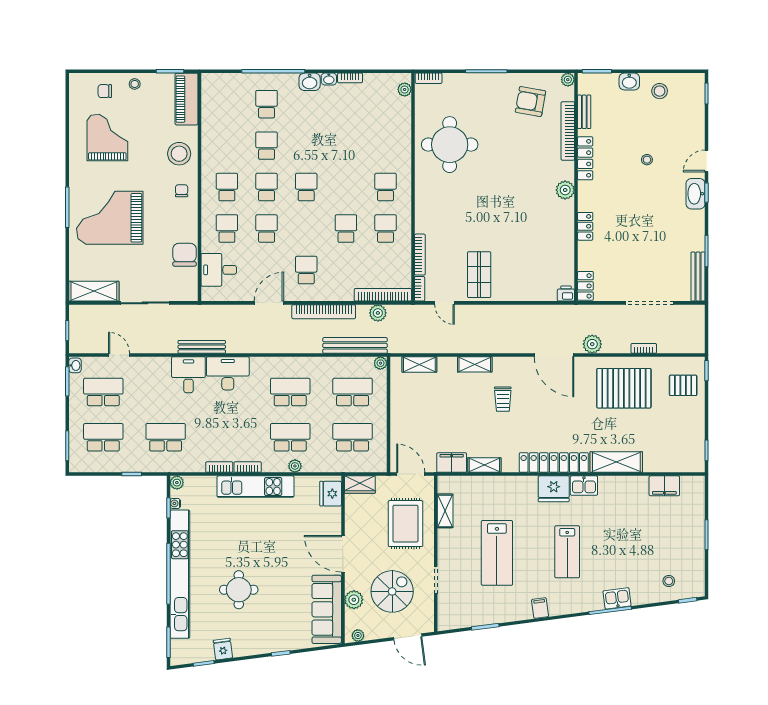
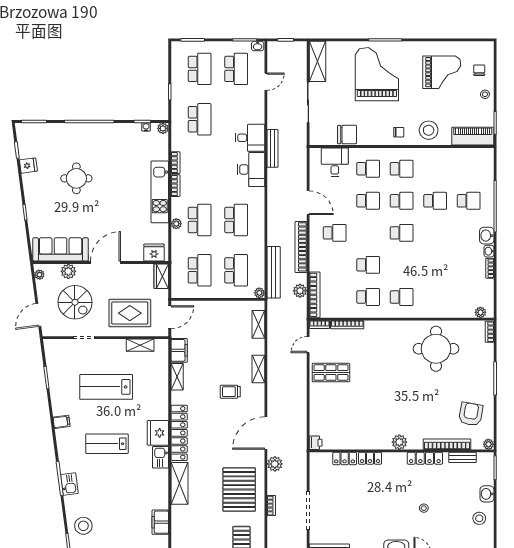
locker: (585, 286) -> (345, 458), moved
kitchen unit: (180, 574) -> (89, 131), removed
stool: (669, 581) -> (83, 526), width x1.89, depth x1.89

